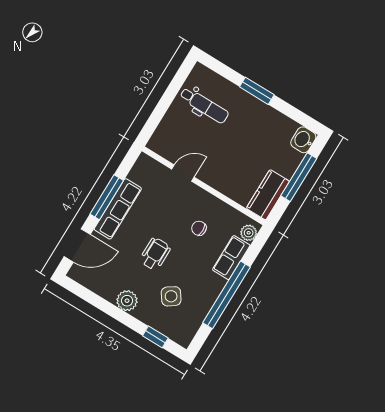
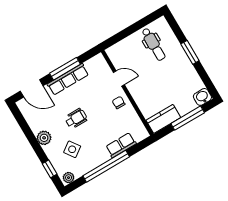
chair: (199, 228) -> (119, 103), moved
plant: (249, 233) -> (69, 178), moved

